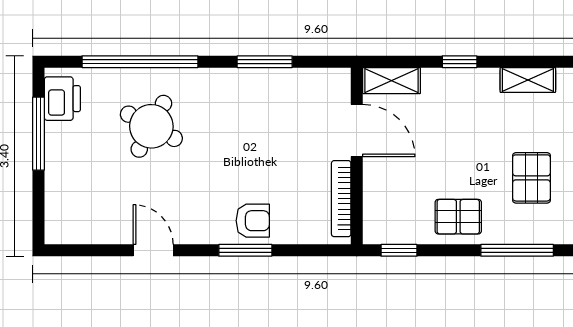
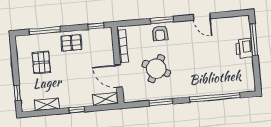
printer: (62, 99) -> (244, 48), moved
round table: (151, 126) -> (156, 69), moved
window: (38, 134) -> (254, 40), moved
armchair: (253, 221) -> (160, 33), turned -90

